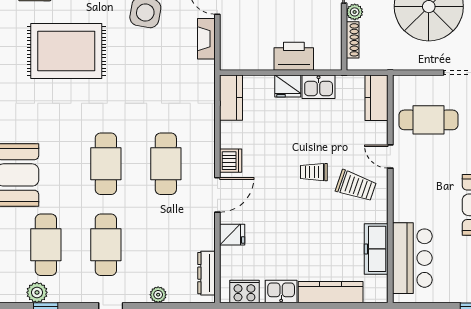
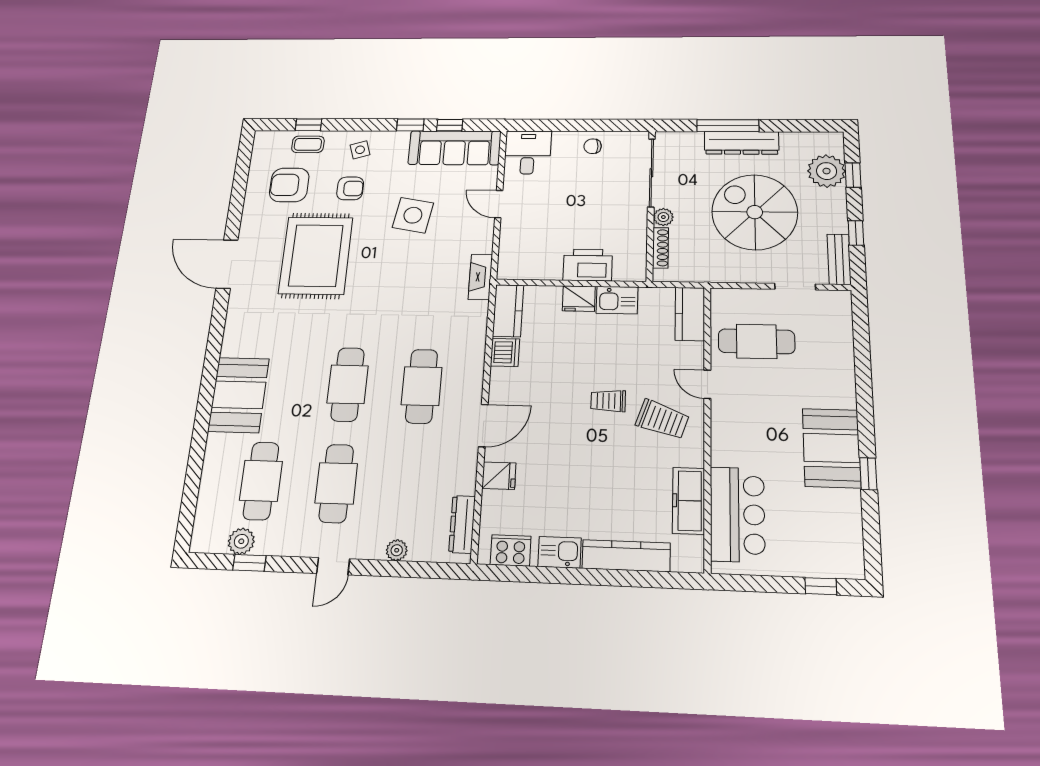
fireplace: (206, 39) -> (480, 277), moved
rug: (66, 51) -> (316, 255), turned 90
dishwasher: (231, 161) -> (505, 352), moved

